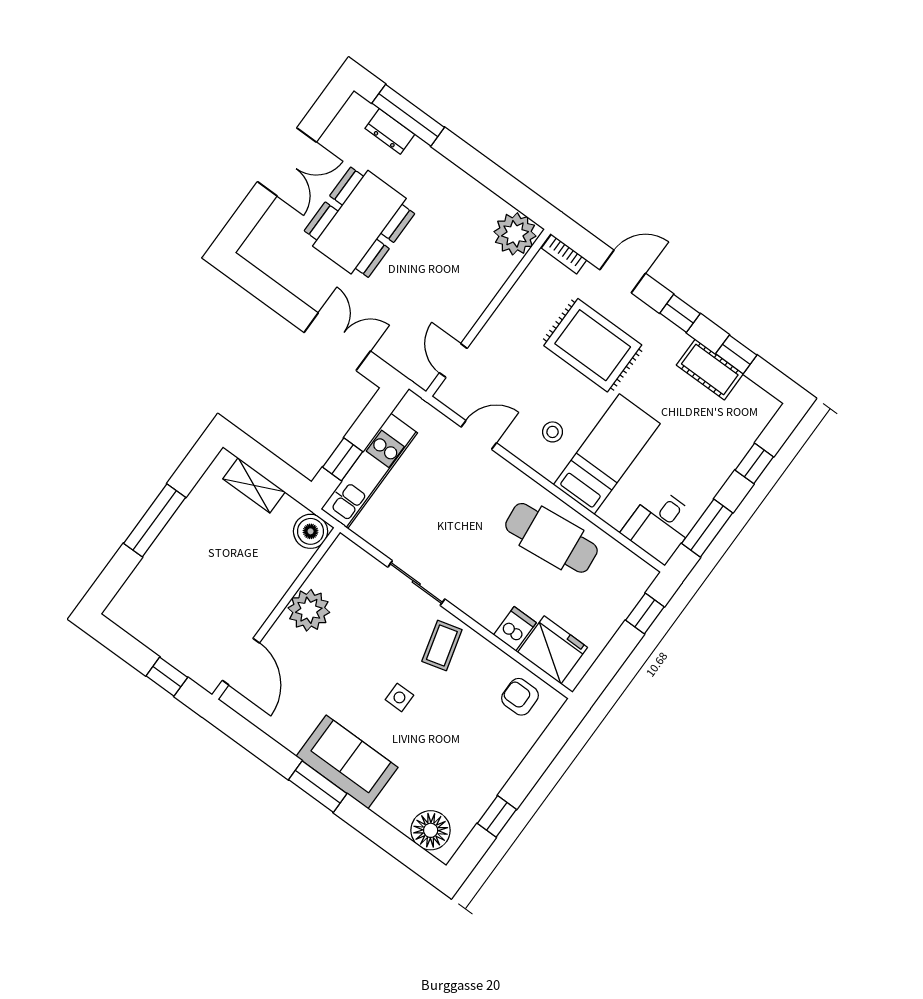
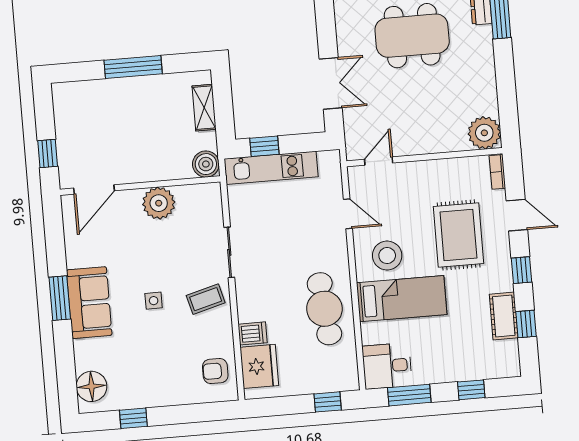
stool: (553, 432) -> (387, 256), width x1.89, depth x1.89
armchair: (520, 697) -> (215, 371), turned -90

